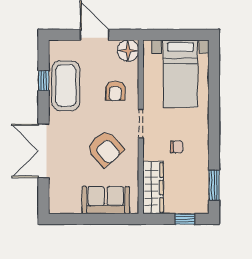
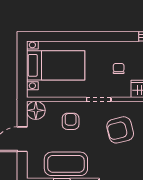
armchair: (115, 91) -> (71, 121), turned -90
armchair: (105, 149) -> (120, 130), turned -152

